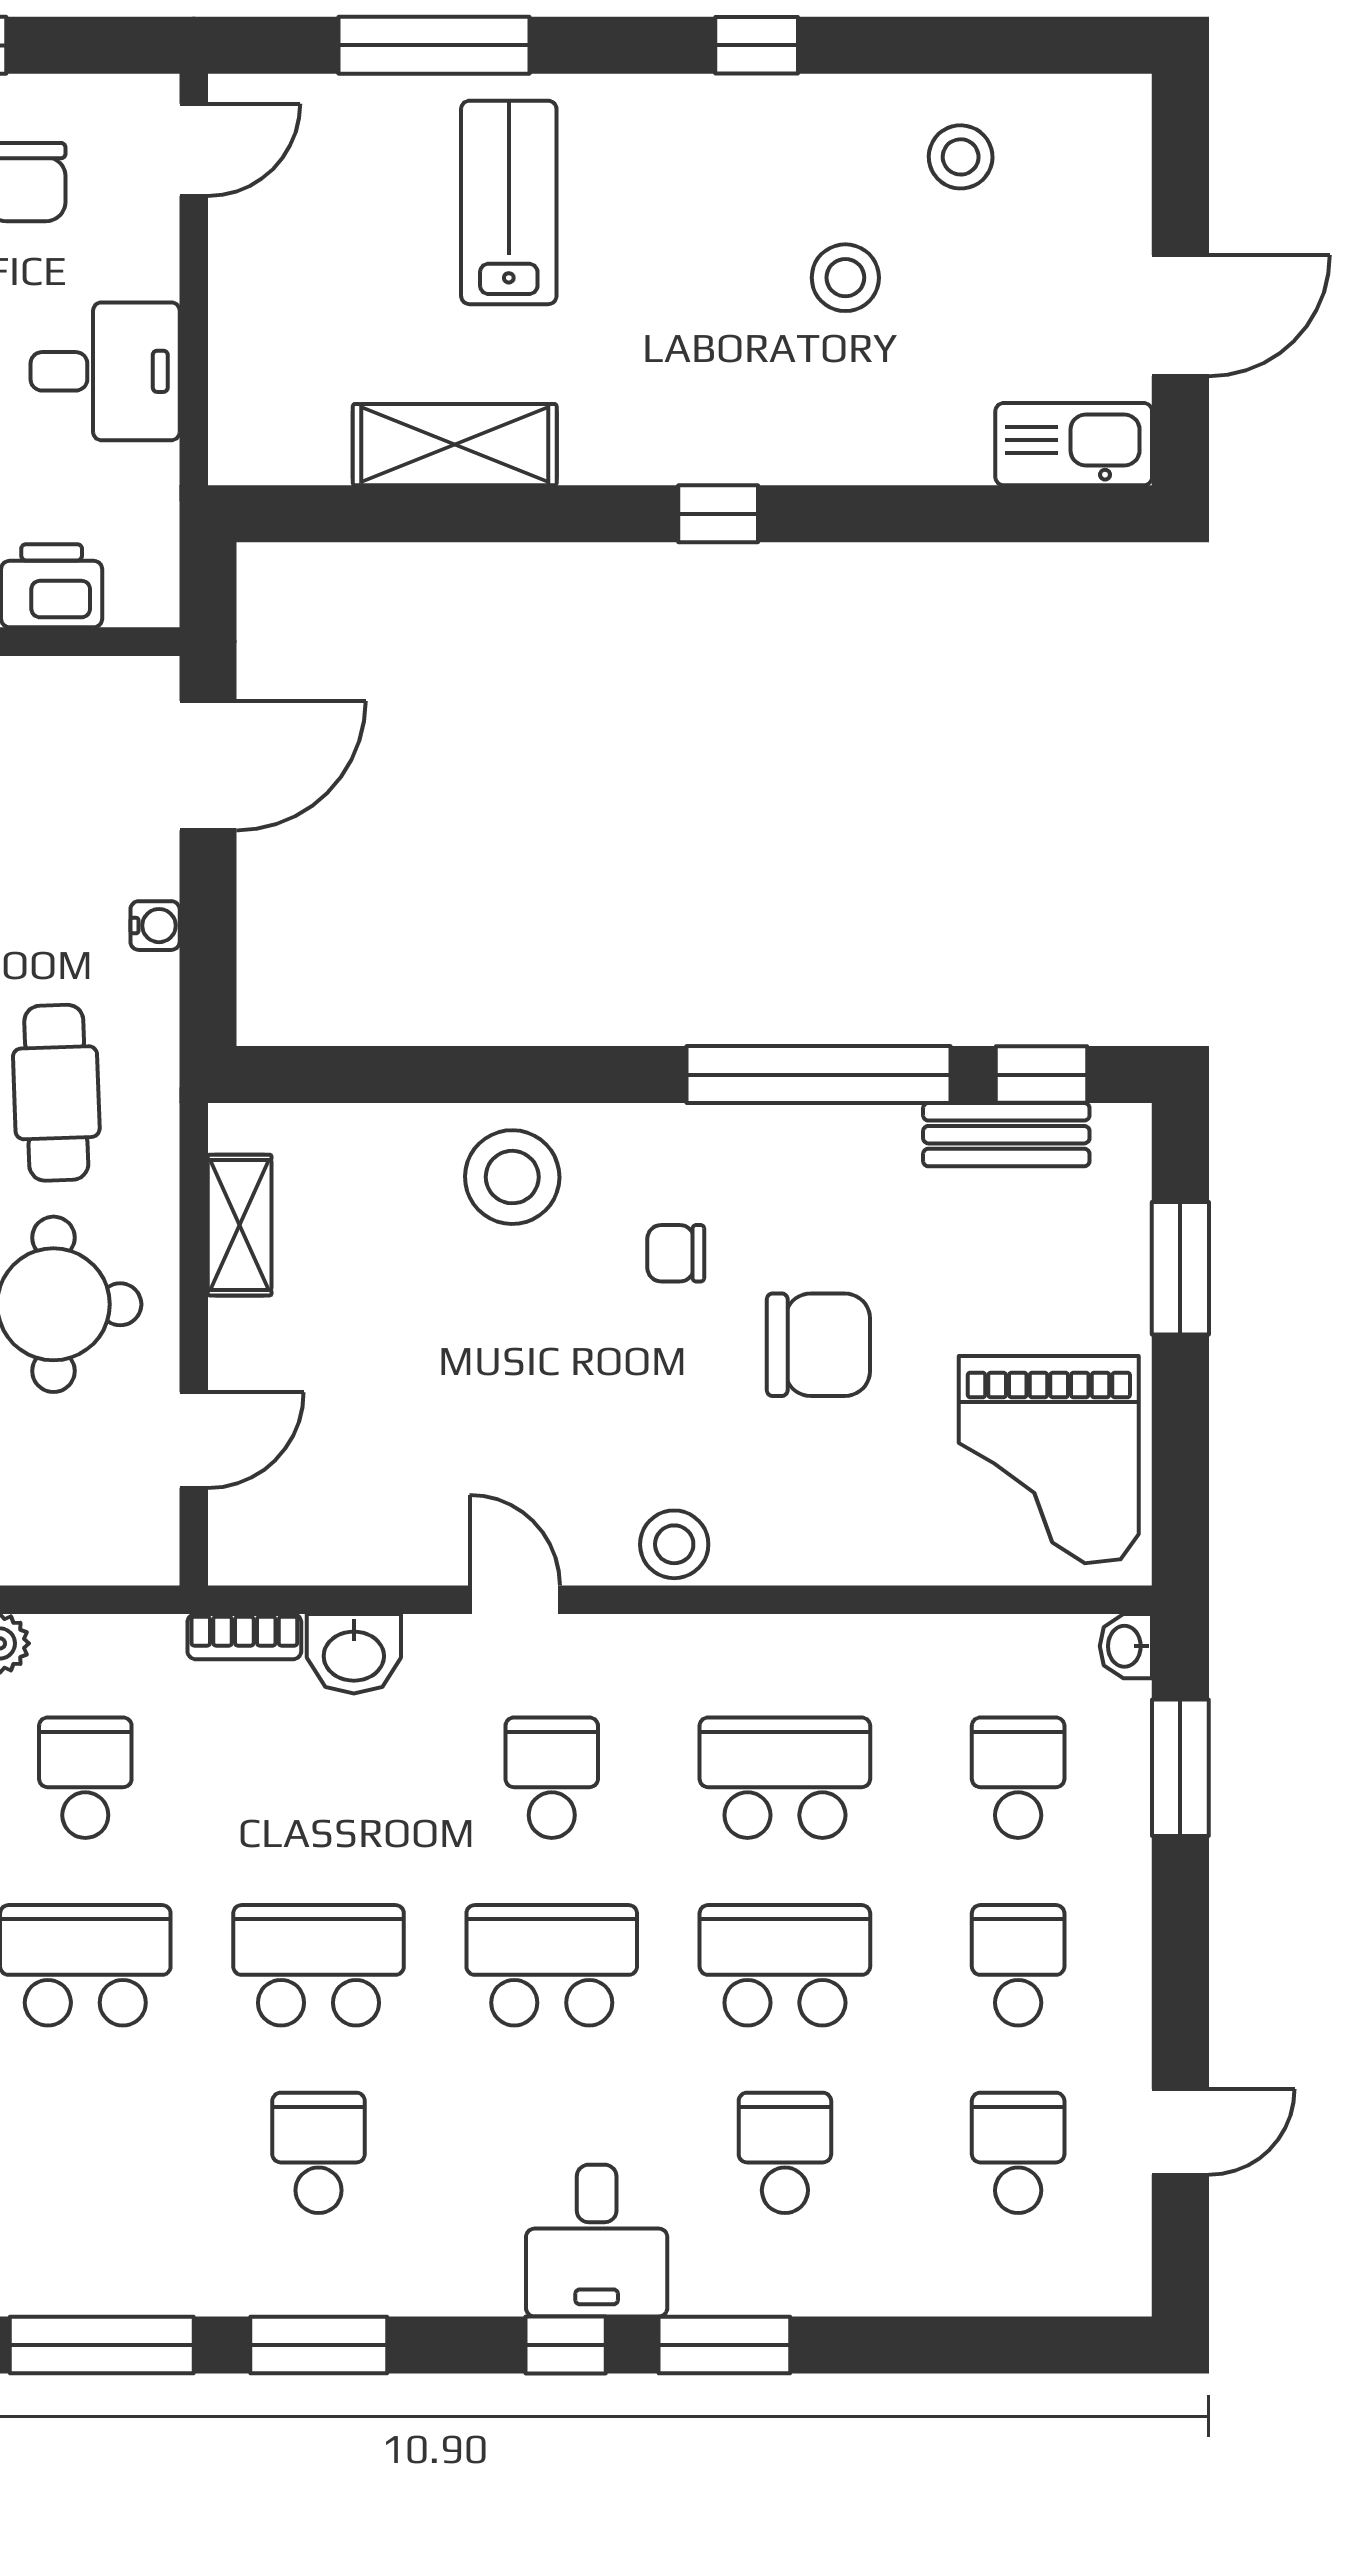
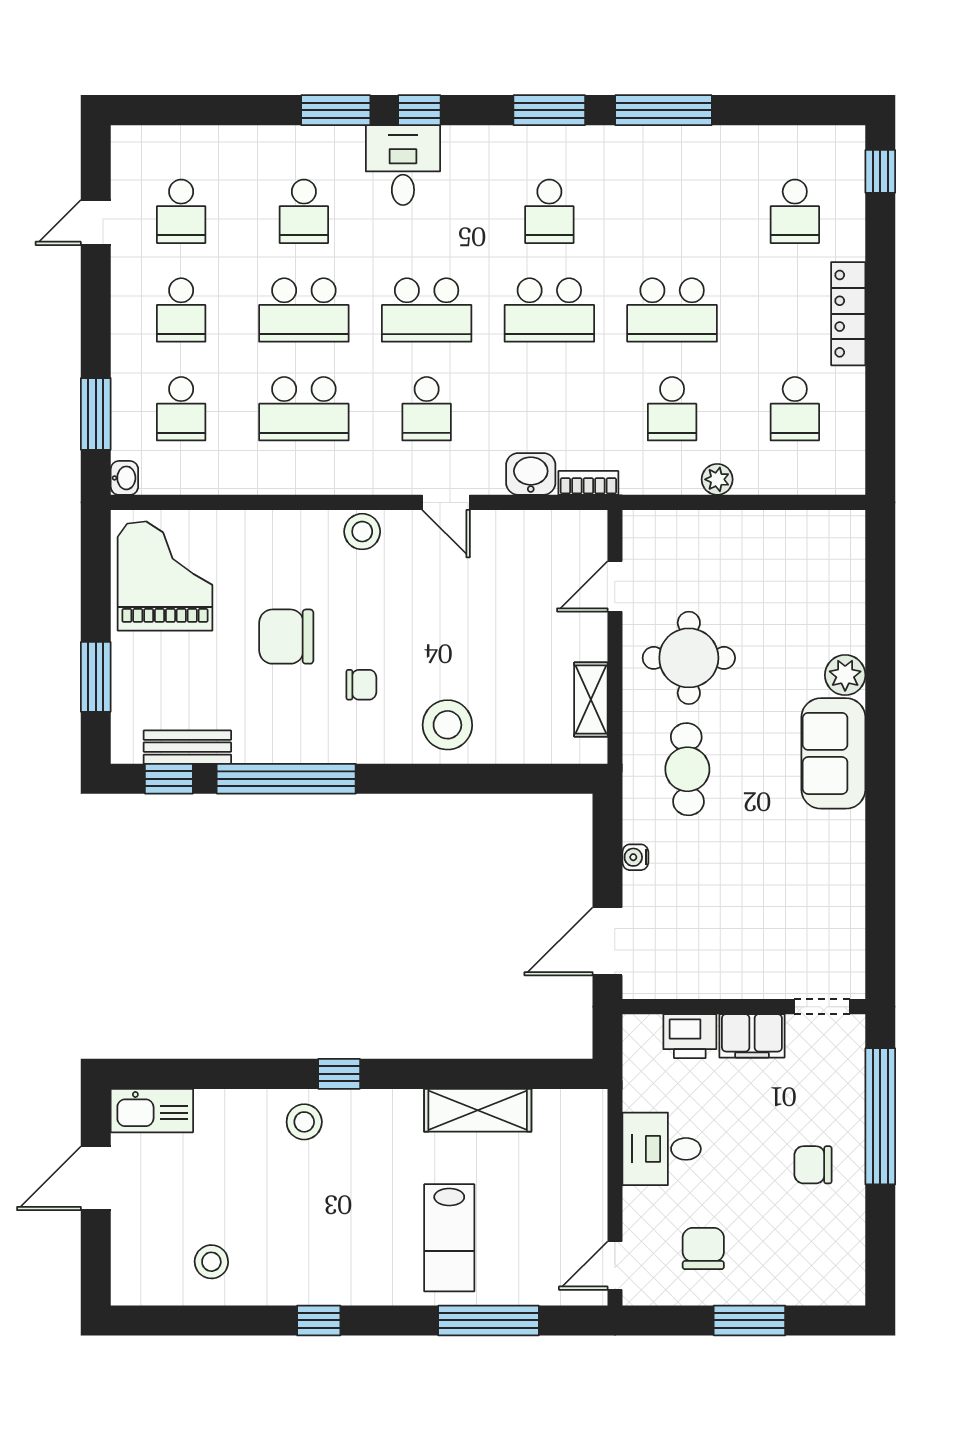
stool: (845, 278) -> (304, 1122), moved

